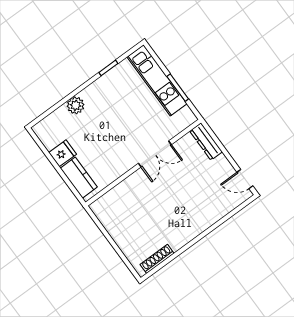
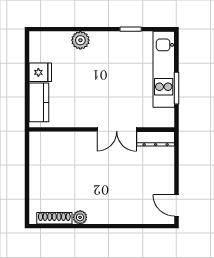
dresser: (206, 141) -> (156, 139), moved, turned -90
plant: (177, 243) -> (80, 217), added

